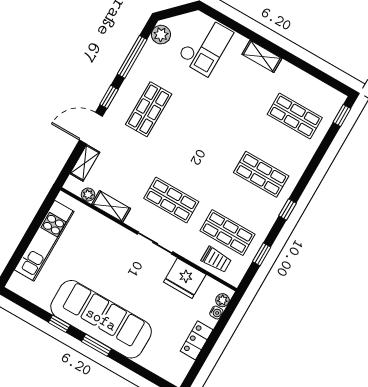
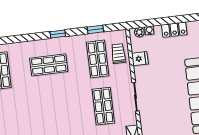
shop shelf: (261, 174) -> (49, 65), turned 90
fridge: (185, 278) -> (140, 59), width x0.53, depth x0.75

